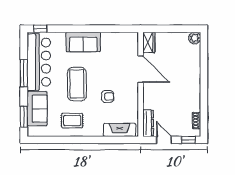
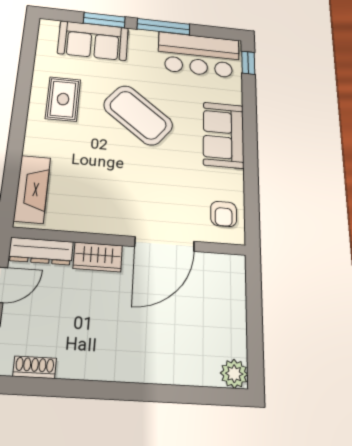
wardrobe: (149, 42) -> (98, 257), moved
bar counter: (39, 62) -> (199, 55), width x0.73
coffee table: (77, 84) -> (138, 115), turned 38
armchair: (108, 96) -> (224, 214), moved
window: (24, 117) -> (104, 20), moved

